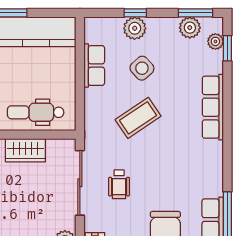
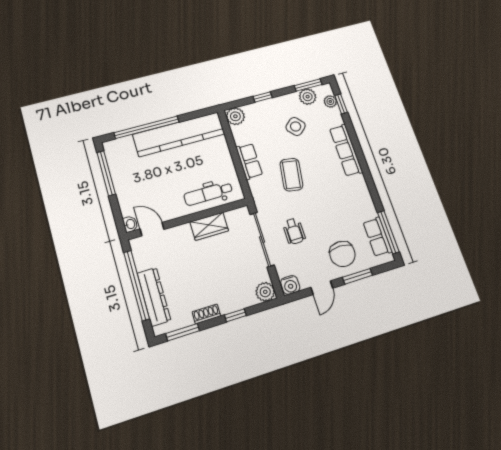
plant: (135, 28) -> (235, 116), moved
row of seats: (94, 66) -> (249, 161), moved
side table: (142, 68) -> (296, 126), moved
coffee table: (138, 118) -> (291, 175), turned -47

